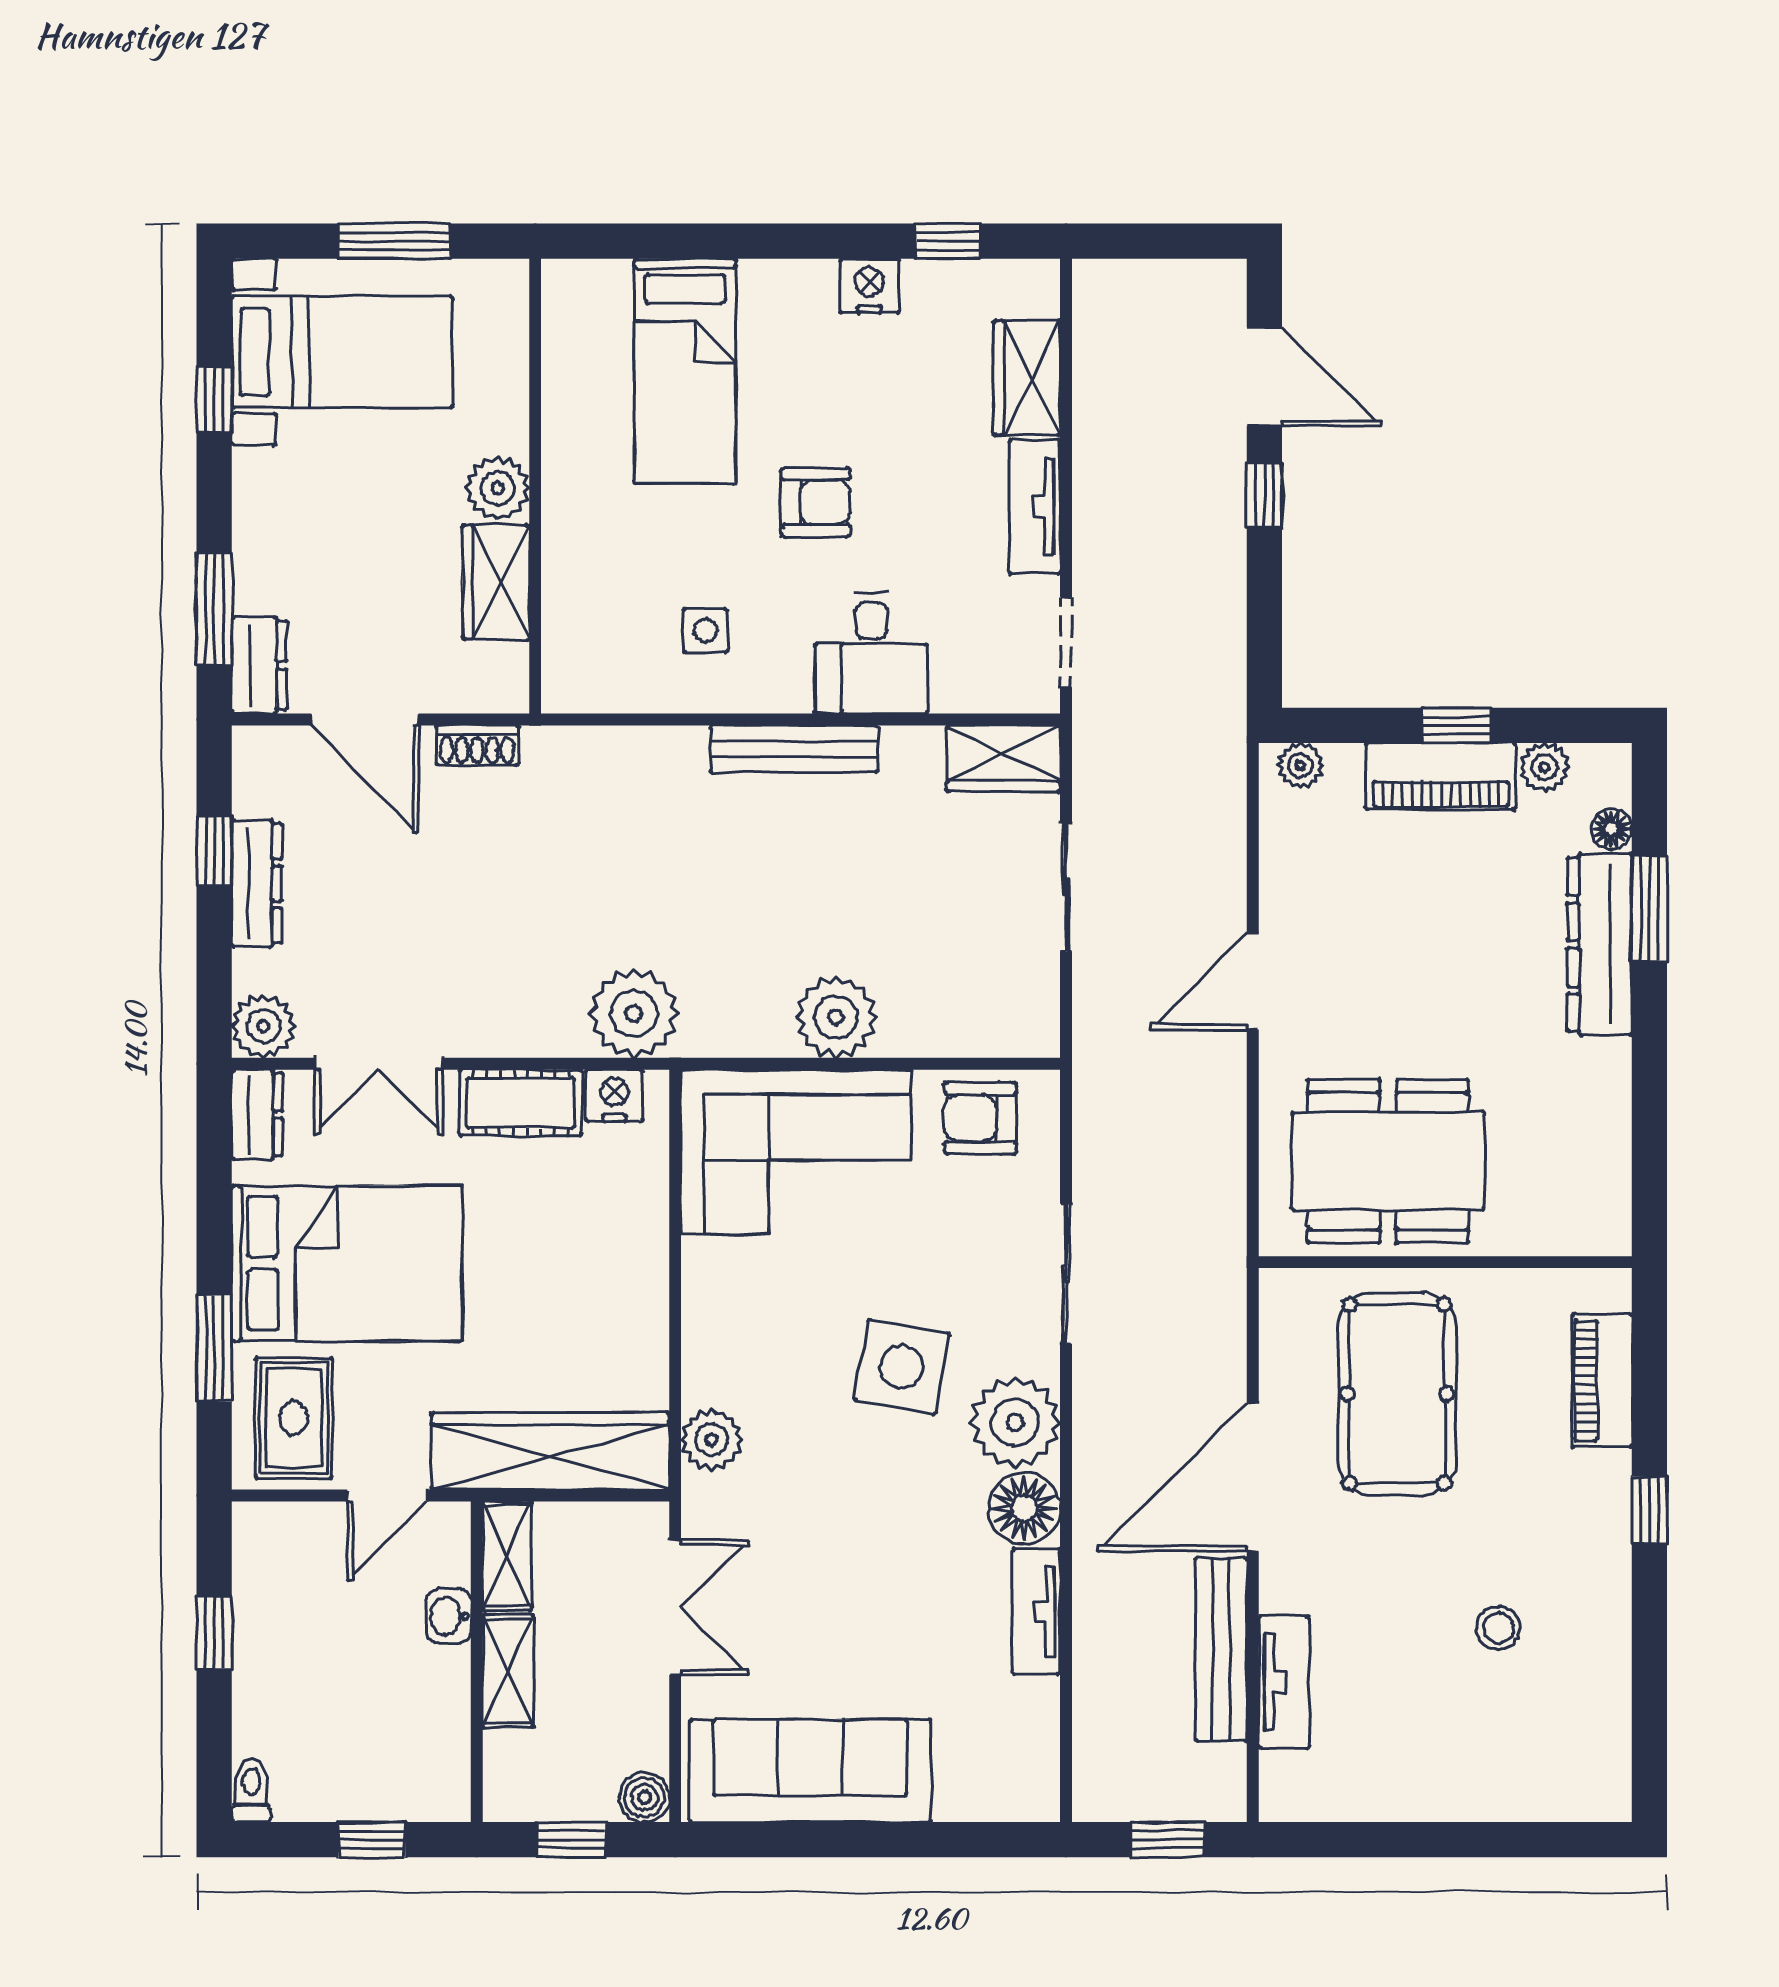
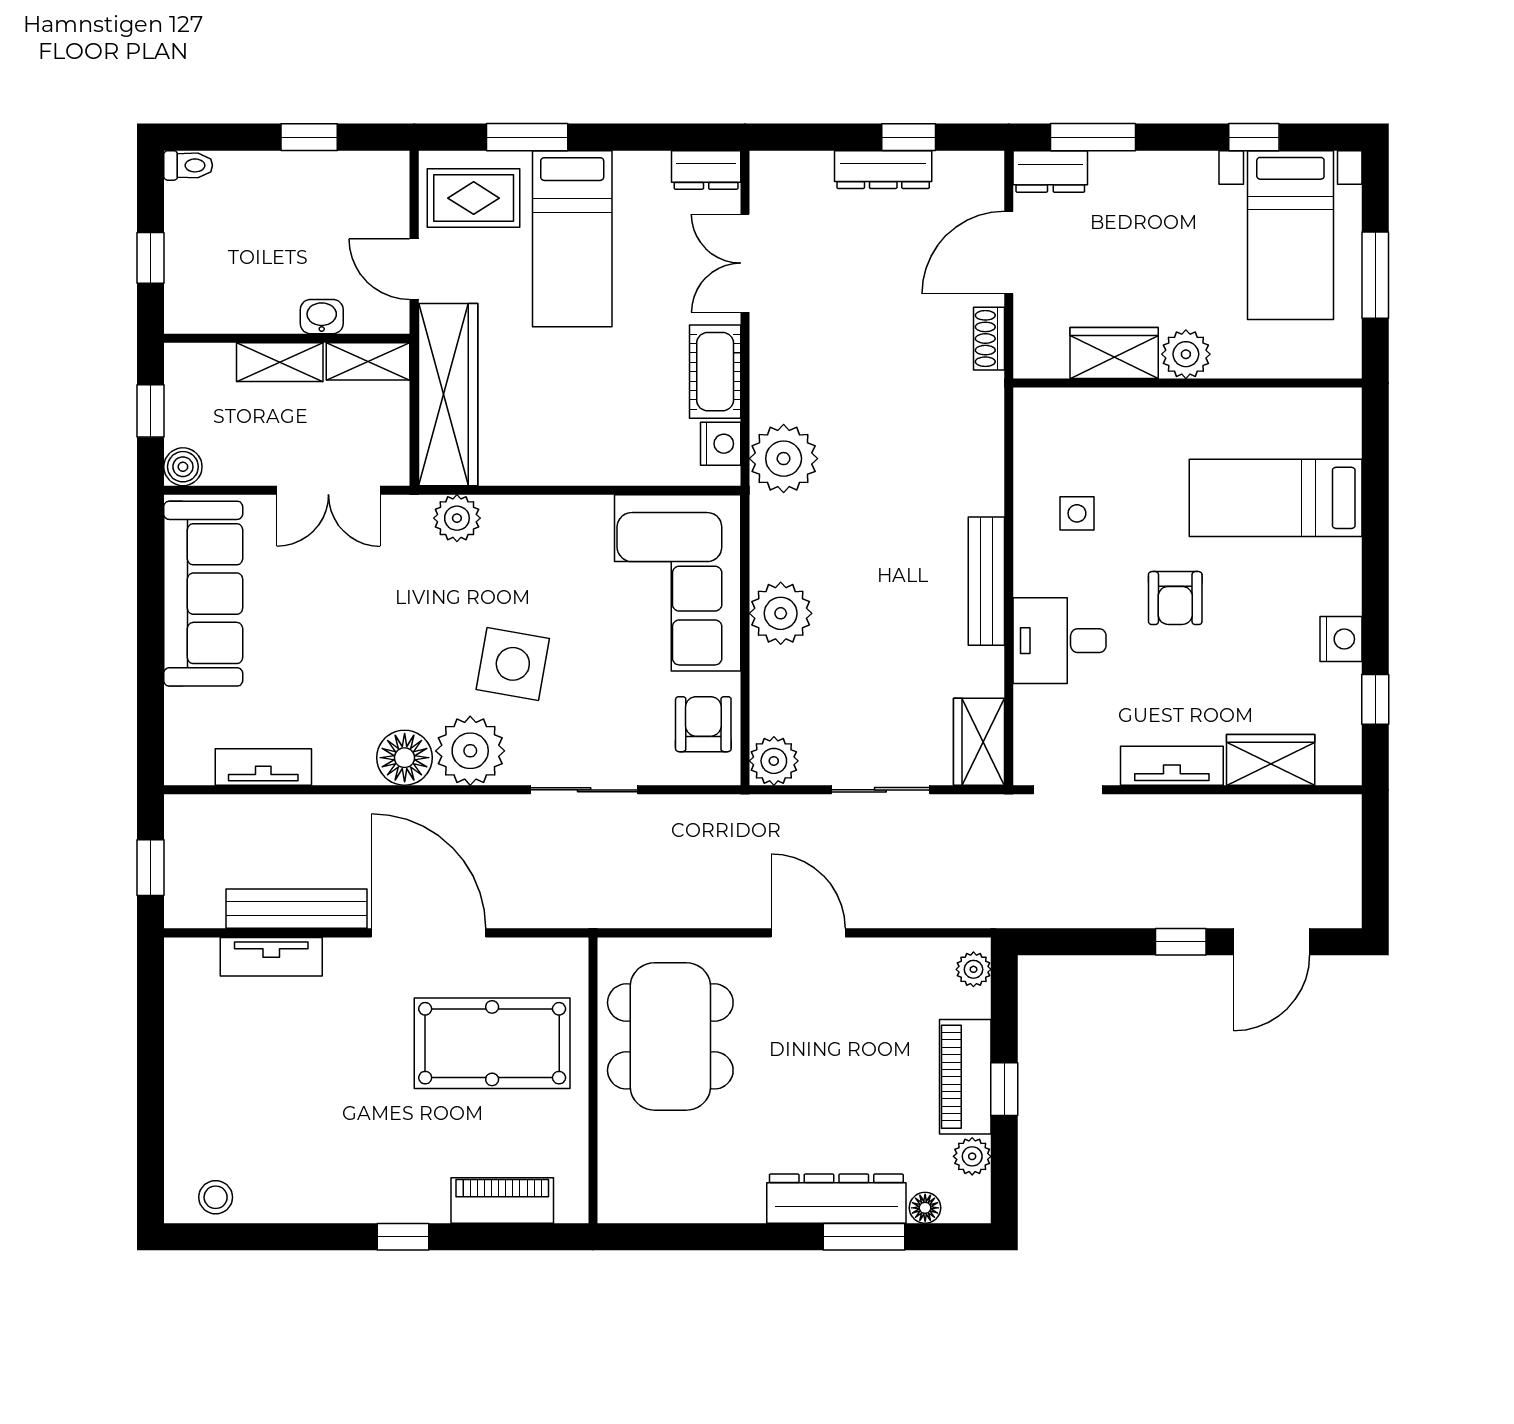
plant: (264, 1026) -> (774, 761), moved
bed: (347, 1263) -> (572, 239), width x0.67
tv unit: (1036, 1611) -> (263, 767), moved
stool: (1498, 1628) -> (216, 1197), moved

